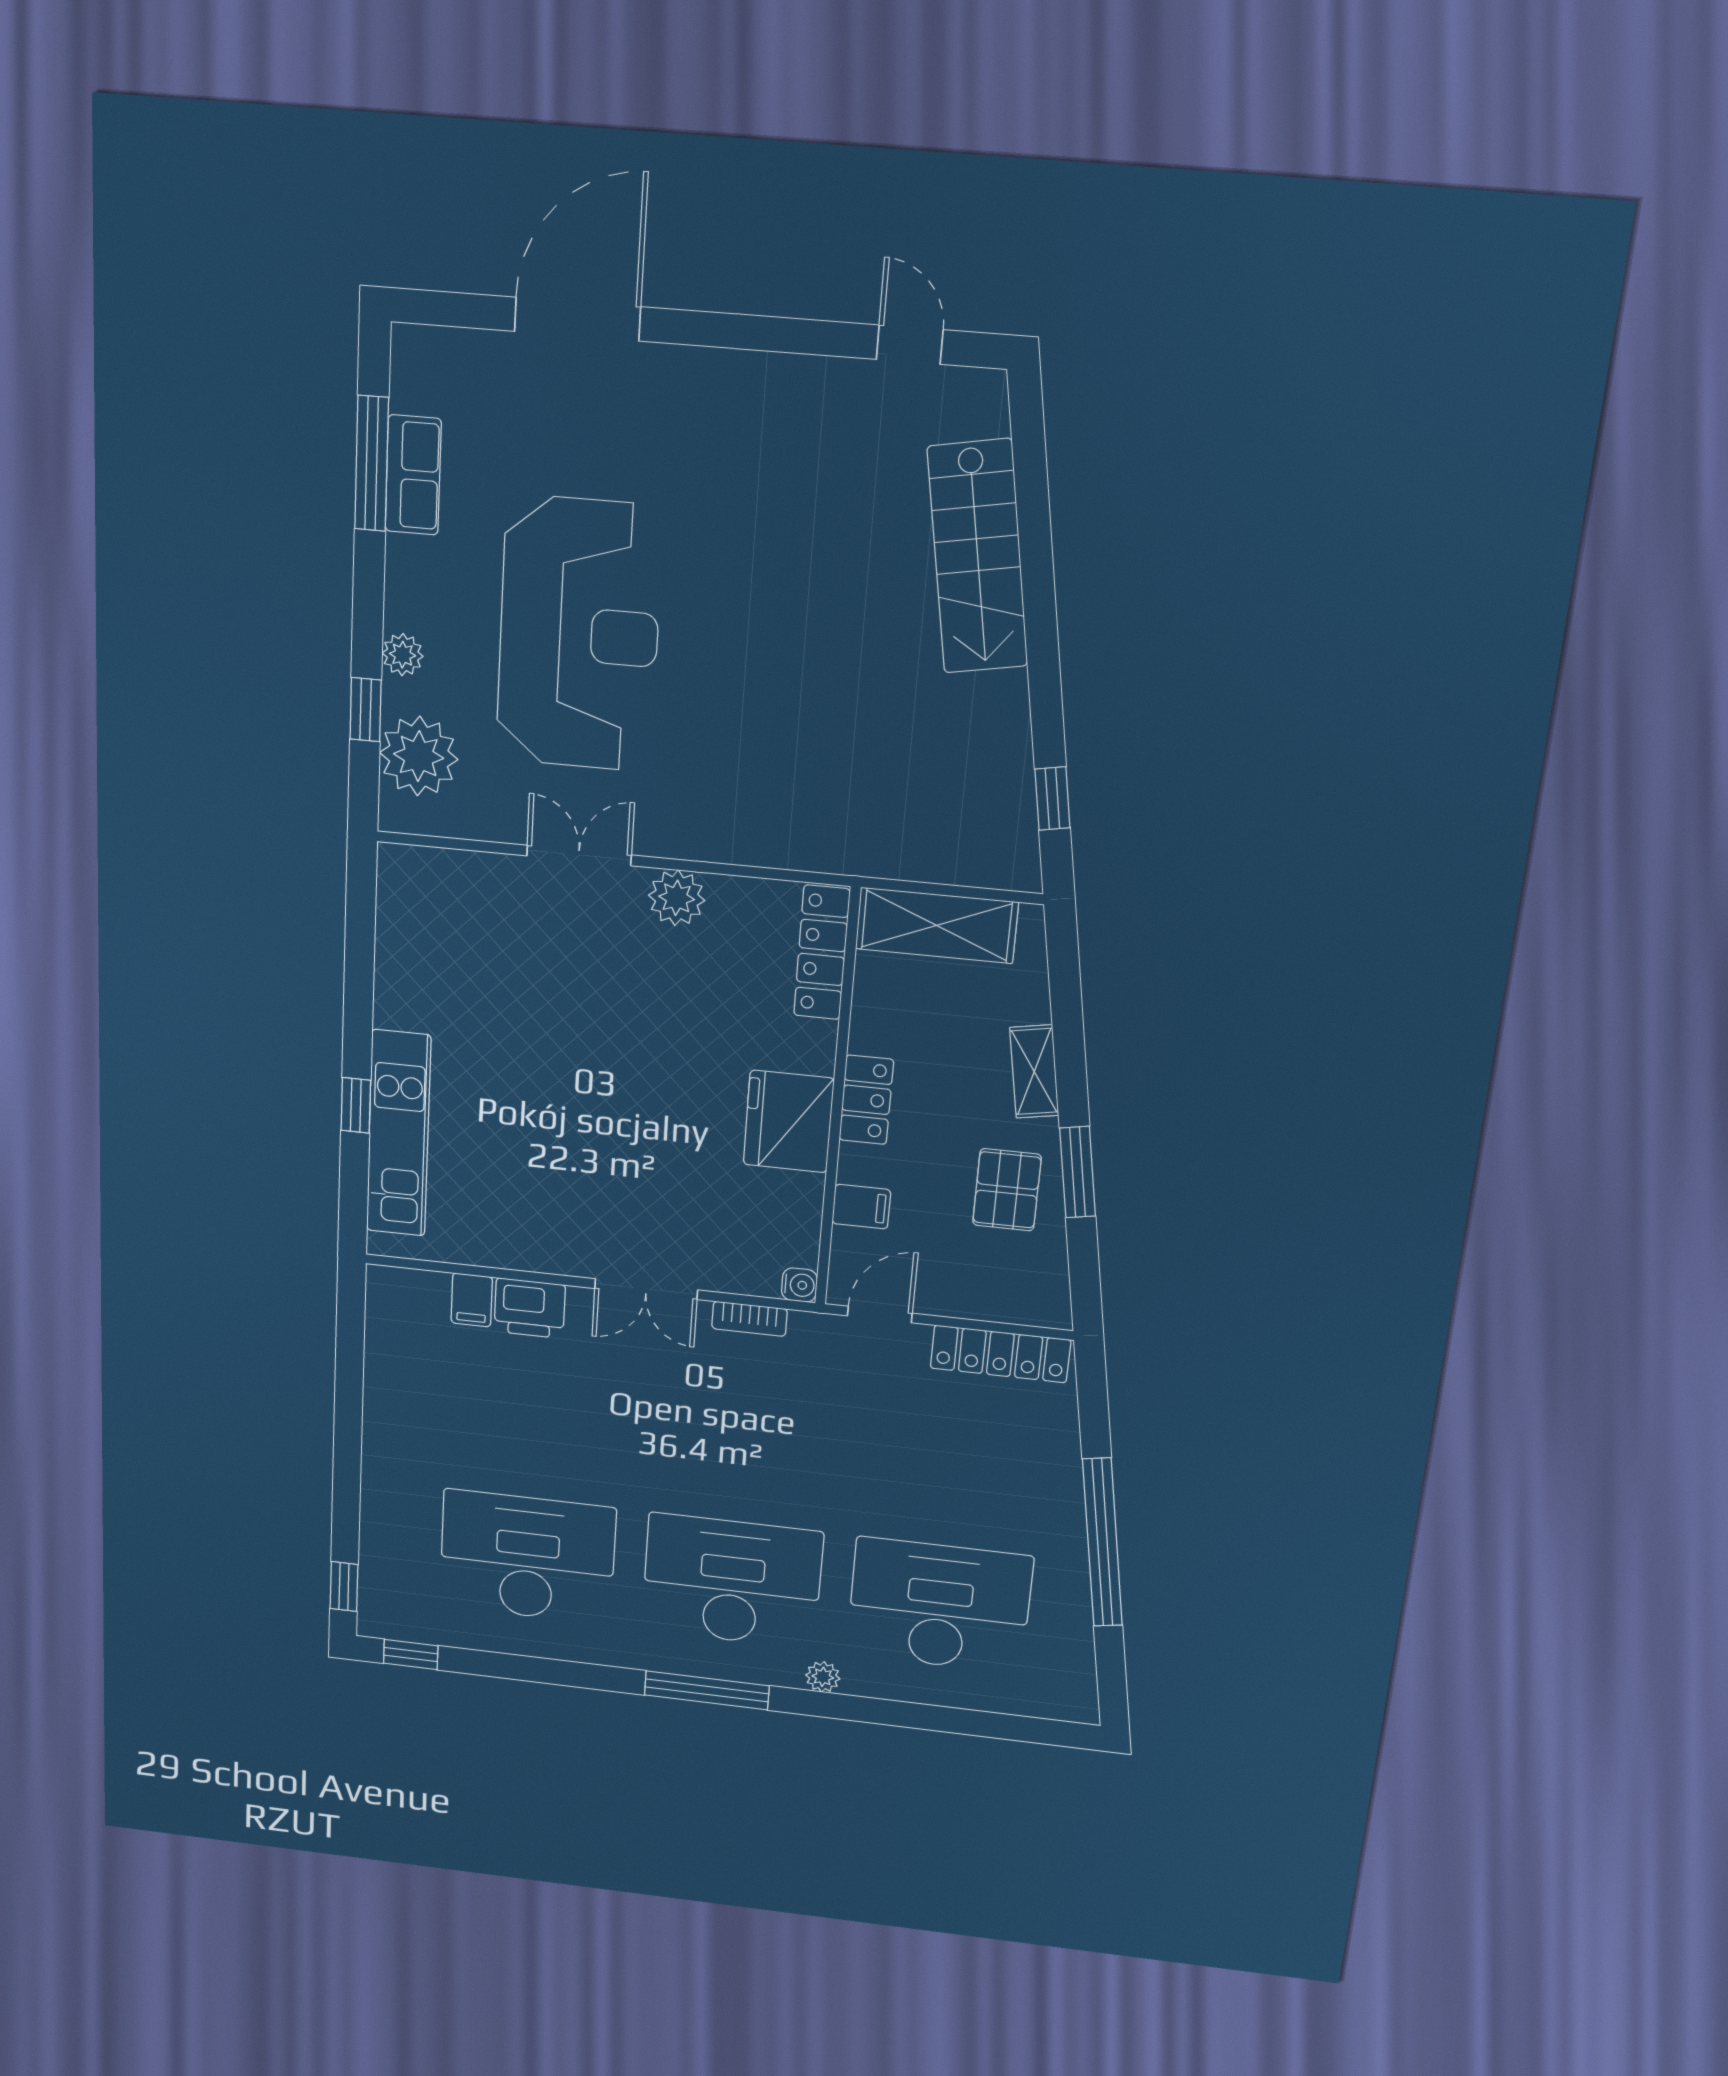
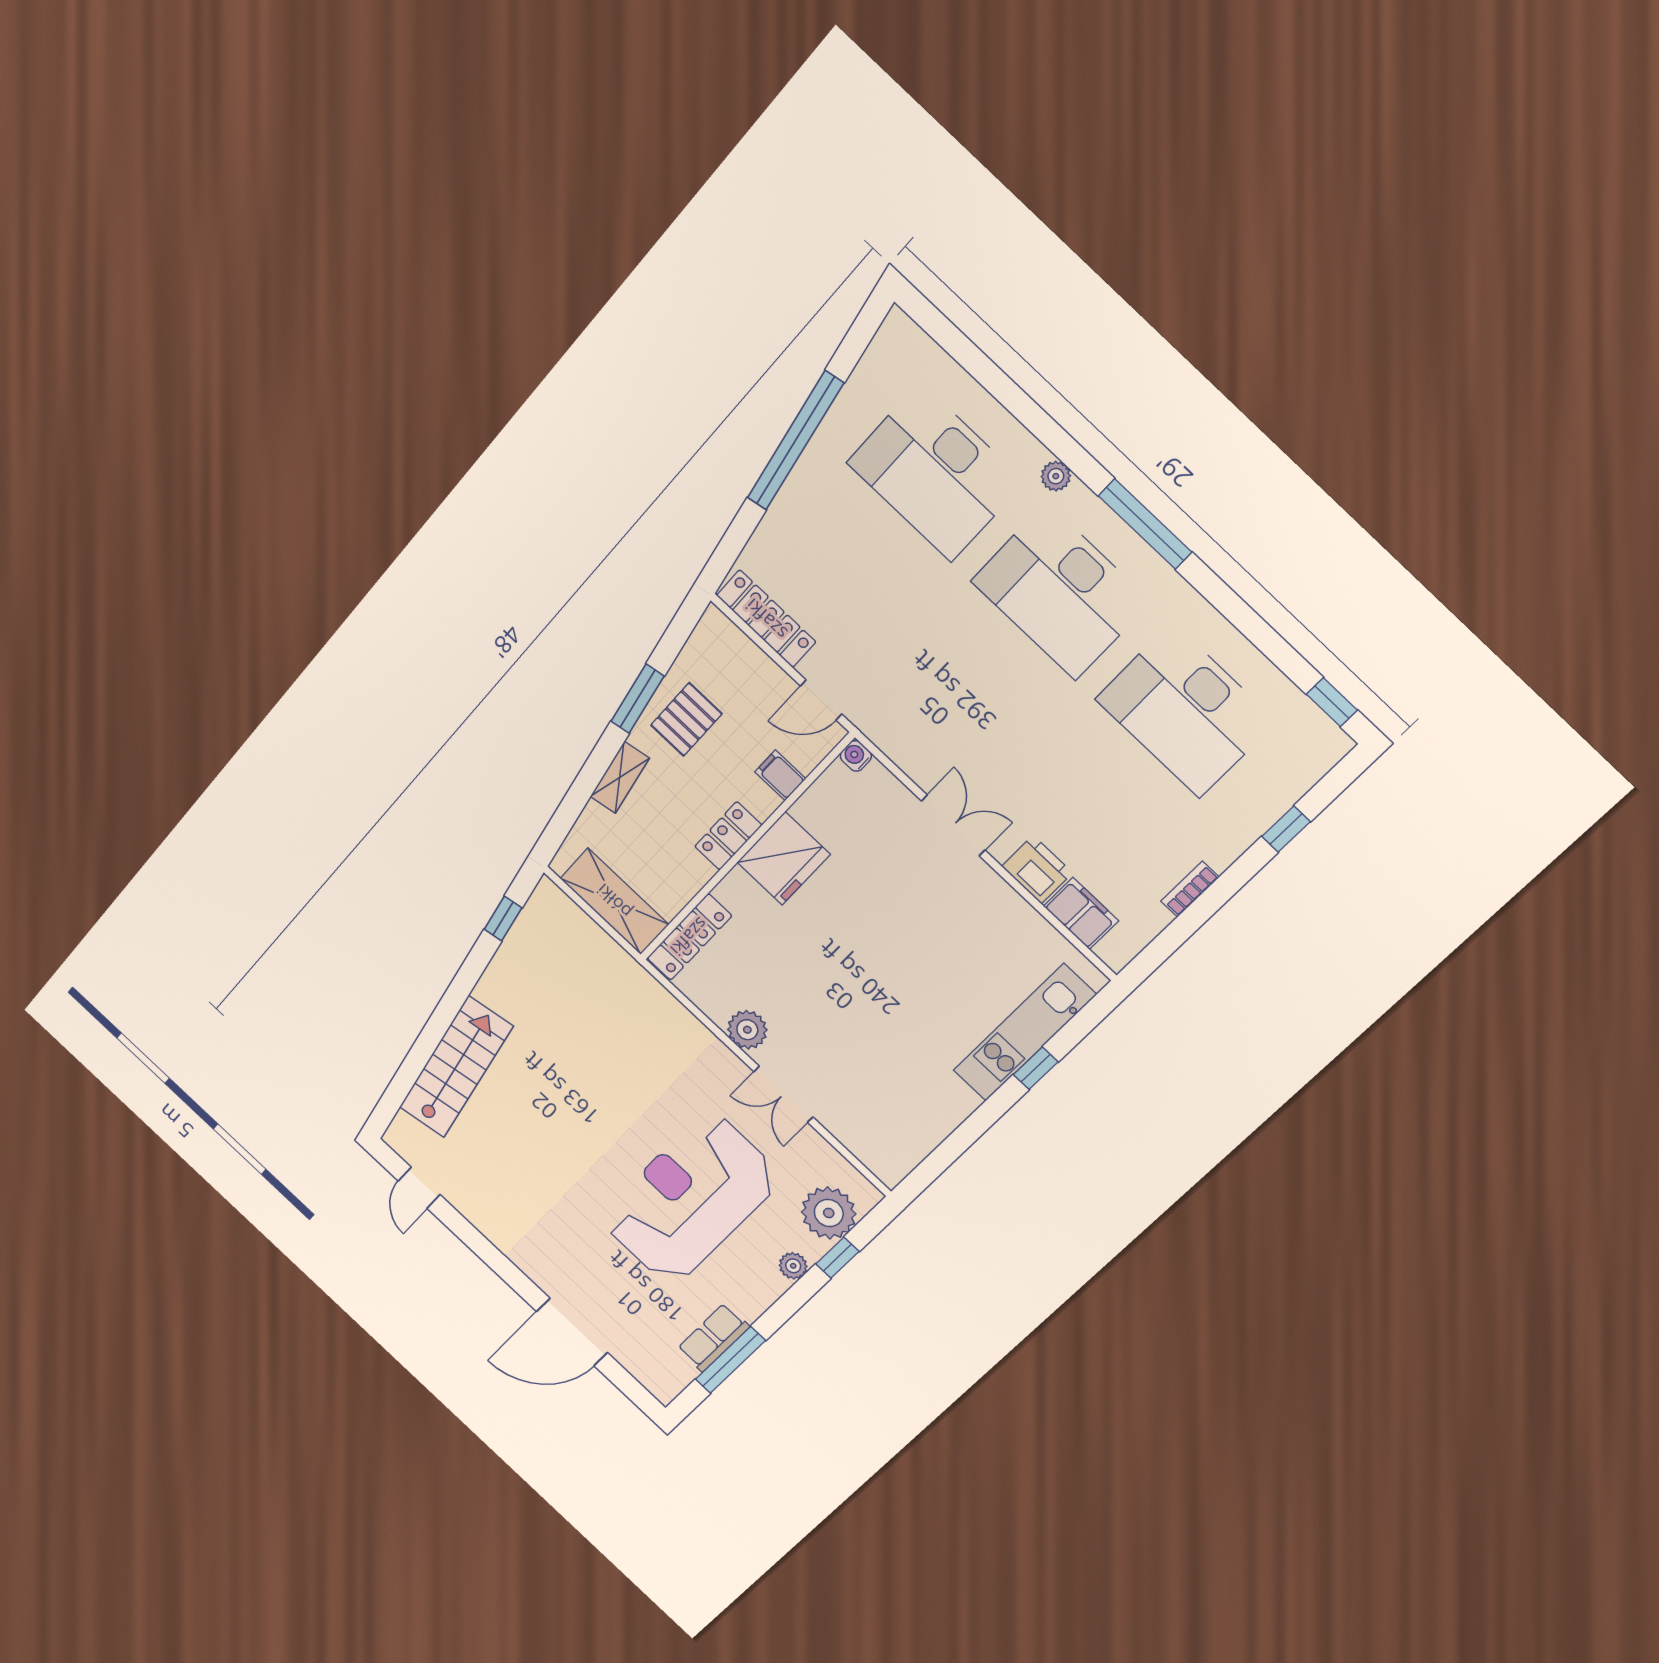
filing cabinet: (472, 1300) -> (1081, 913), width x2.00
bookcase: (749, 1319) -> (1190, 889), moved, turned -90
window: (344, 1587) -> (1286, 829), moved

